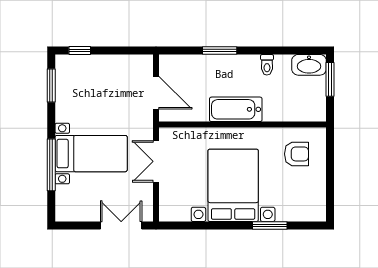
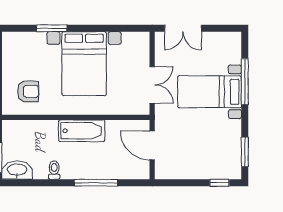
window: (220, 51) -> (96, 183), width x1.44
armchair: (297, 154) -> (28, 91), turned 180

